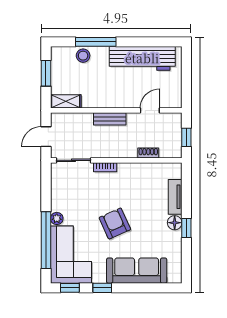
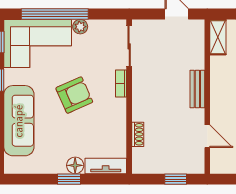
shoe rack: (148, 153) -> (138, 134), moved
sliding door: (74, 160) -> (129, 46), moved
wall: (116, 160) -> (129, 97), moved
bookcase: (105, 167) -> (121, 84), moved

